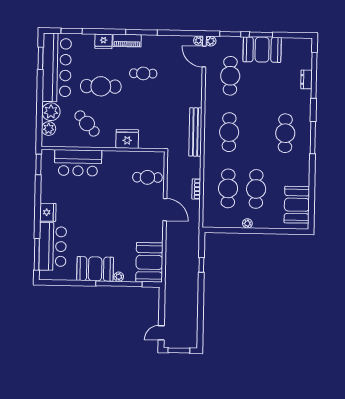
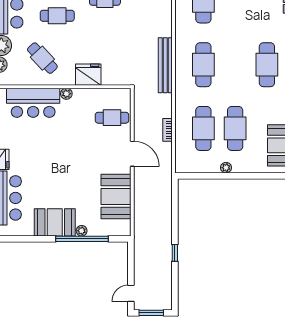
cafe table: (101, 86) -> (57, 16), width x0.73, depth x0.74
plant: (108, 155) -> (66, 94), added
booth: (149, 262) -> (116, 196), moved
window: (201, 265) -> (175, 253), moved

